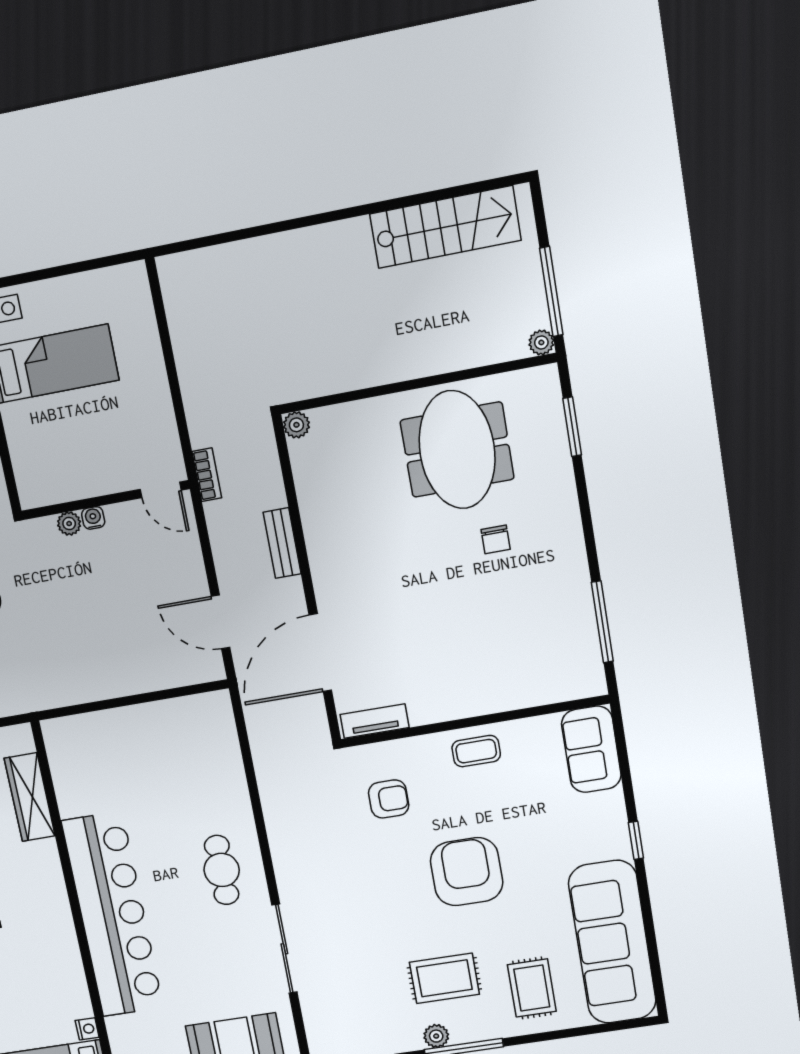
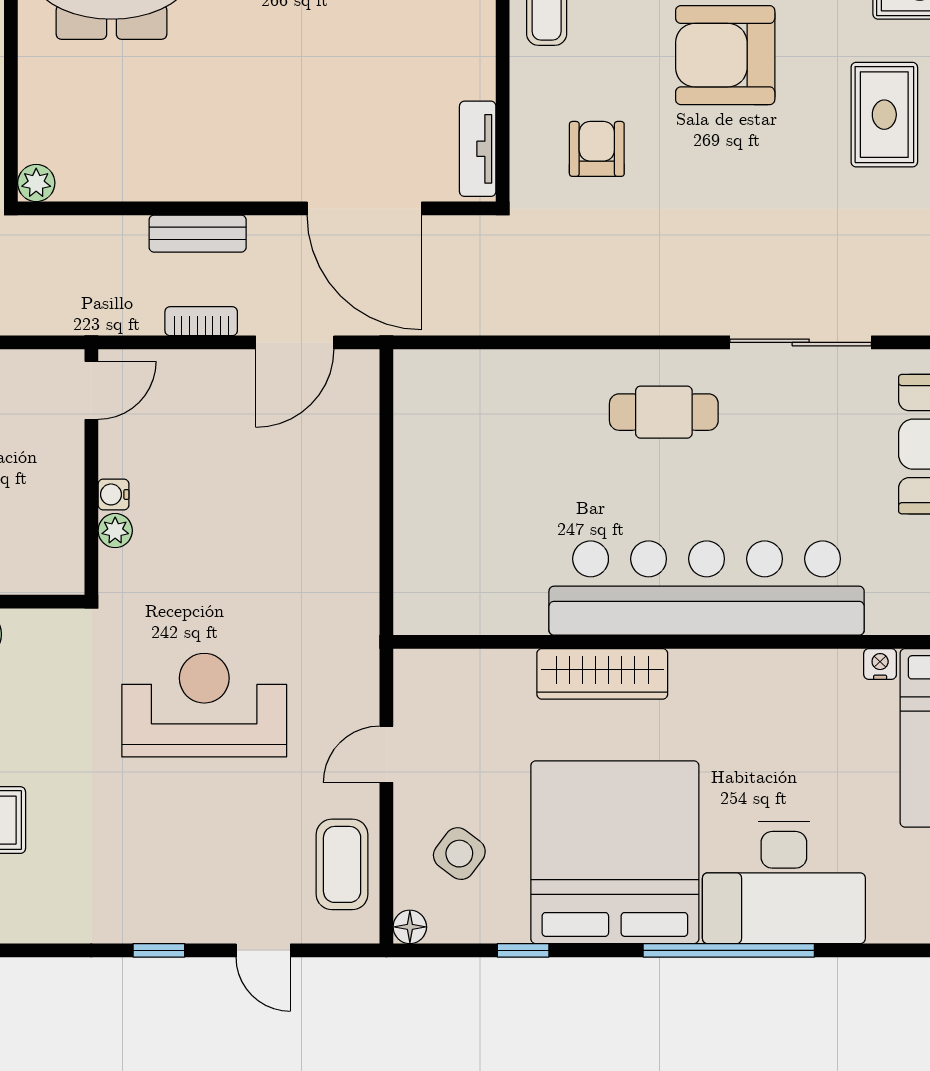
bookcase: (207, 475) -> (201, 321), moved
wardrobe: (30, 797) -> (602, 674), moved

